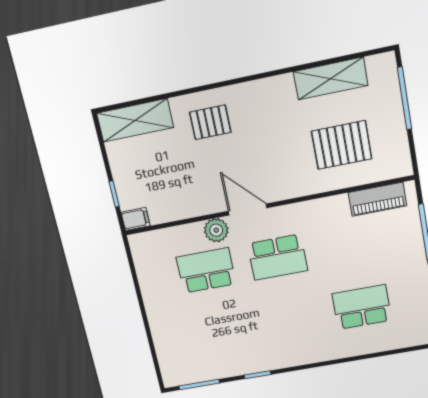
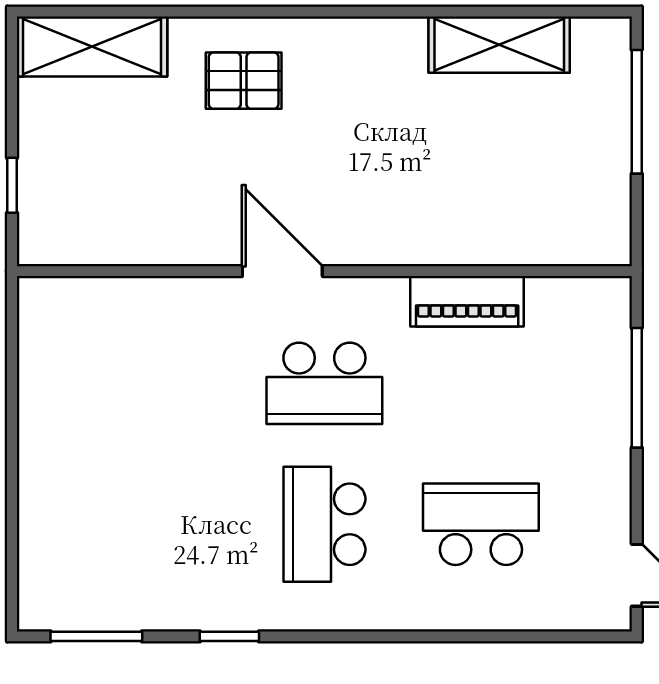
pallet: (342, 145) -> (498, 178), removed
piano: (377, 199) -> (467, 301), moved
filing cabinet: (135, 219) -> (44, 246), removed
plant: (216, 230) -> (208, 302), removed
school desk: (206, 270) -> (324, 524), moved, turned -90

